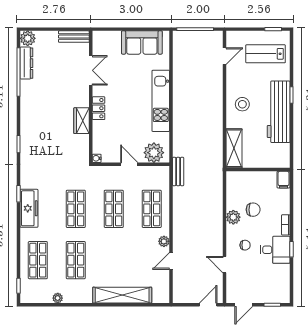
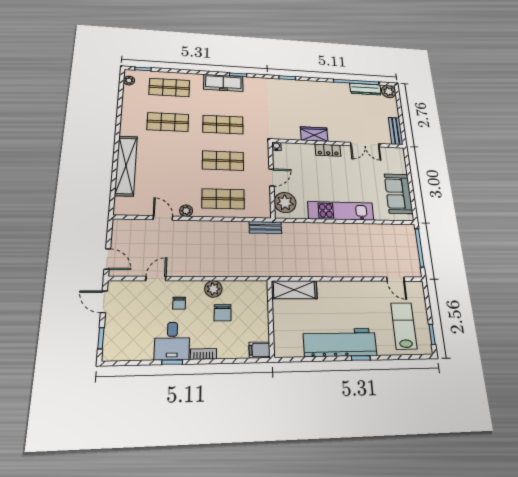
stool: (242, 104) -> (345, 299), removed
plant: (58, 298) -> (129, 81), moved

